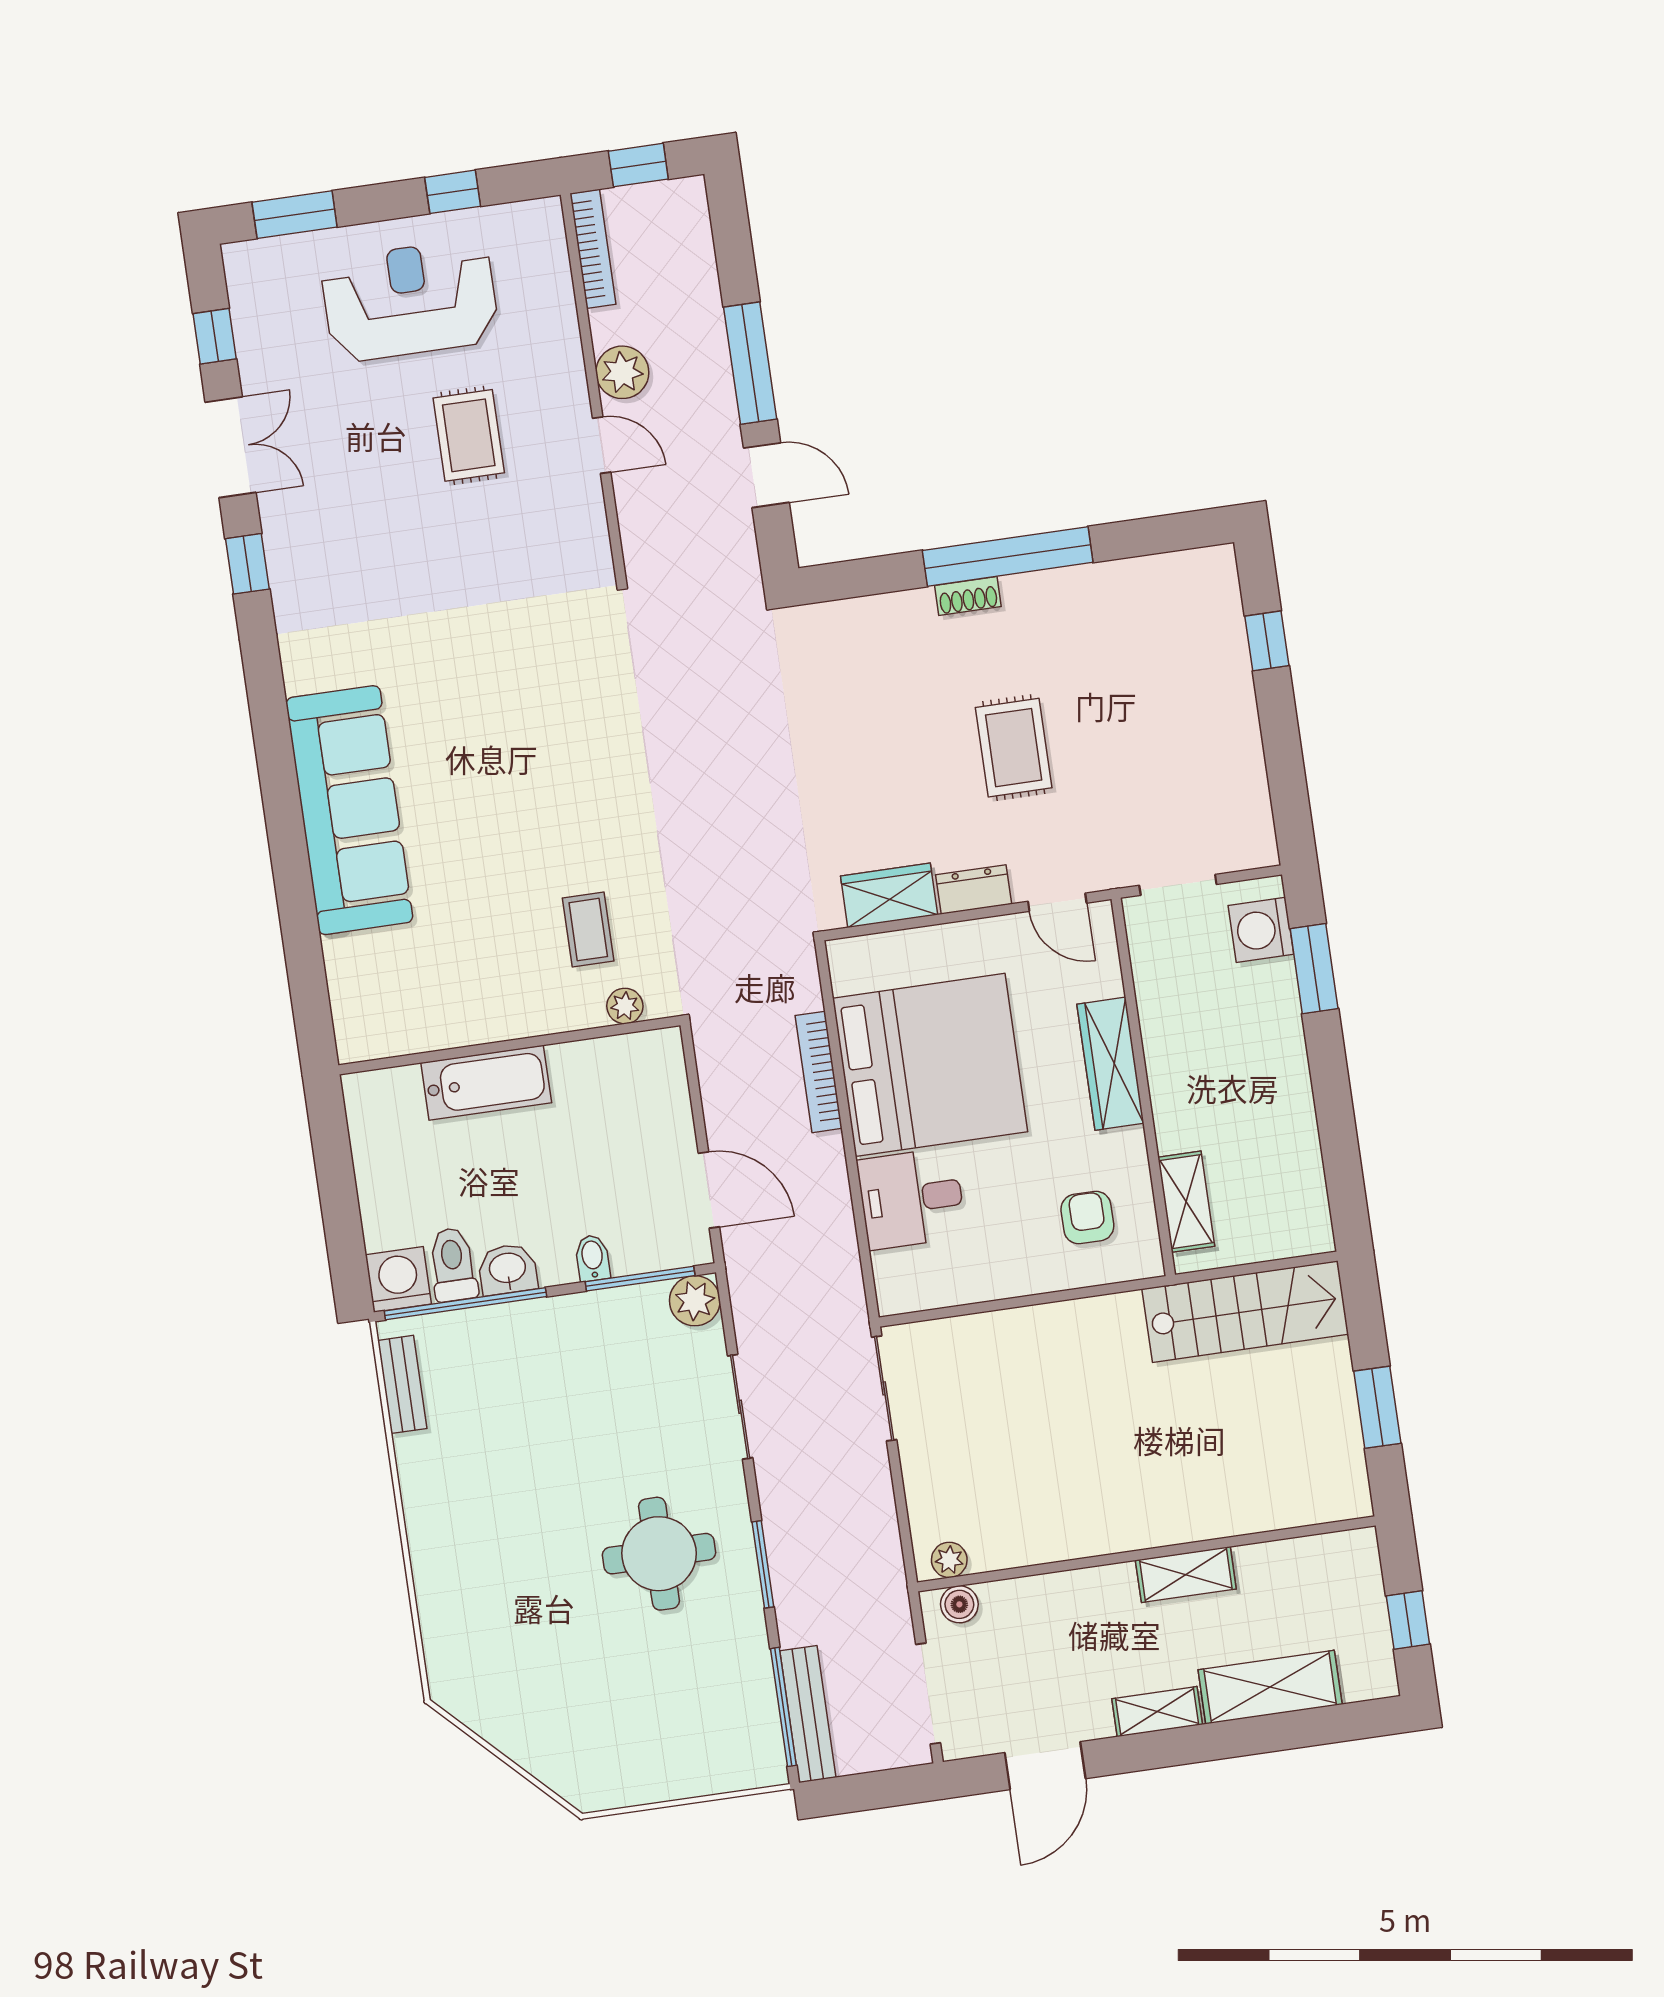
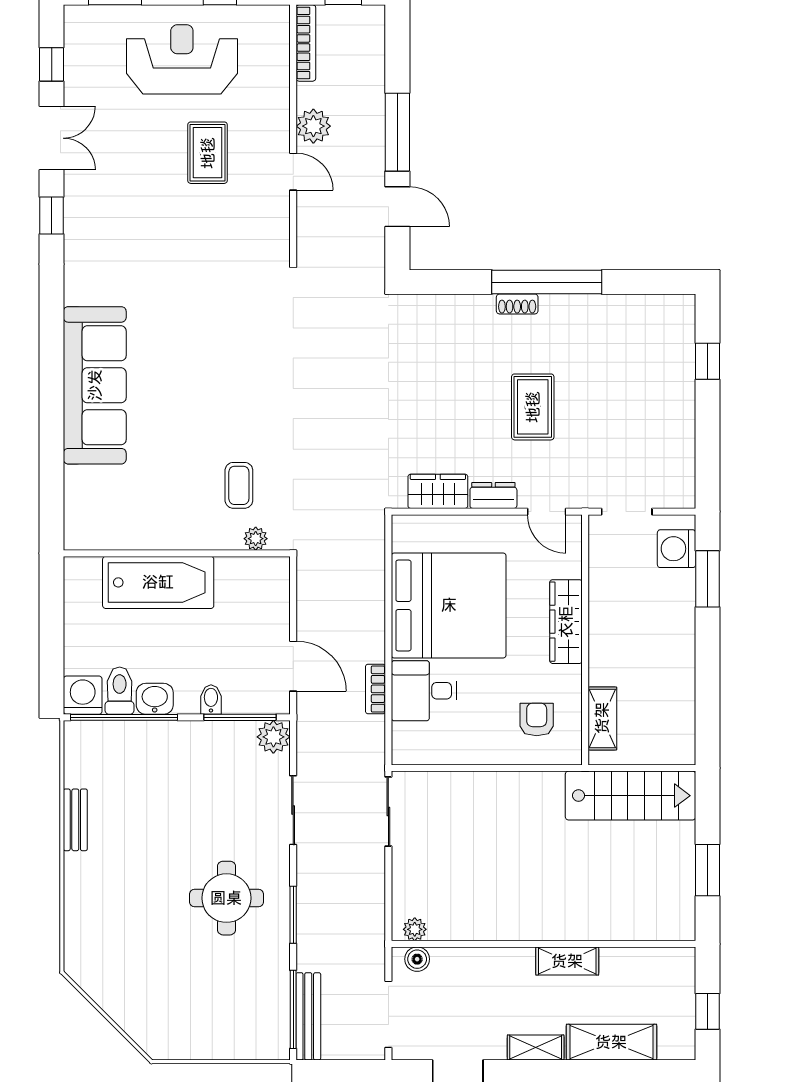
bookcase: (819, 1072) -> (375, 689), moved, width x0.64
bathtub: (486, 1083) -> (158, 582), width x1.36, depth x1.36
bench: (402, 1384) -> (75, 820), moved

